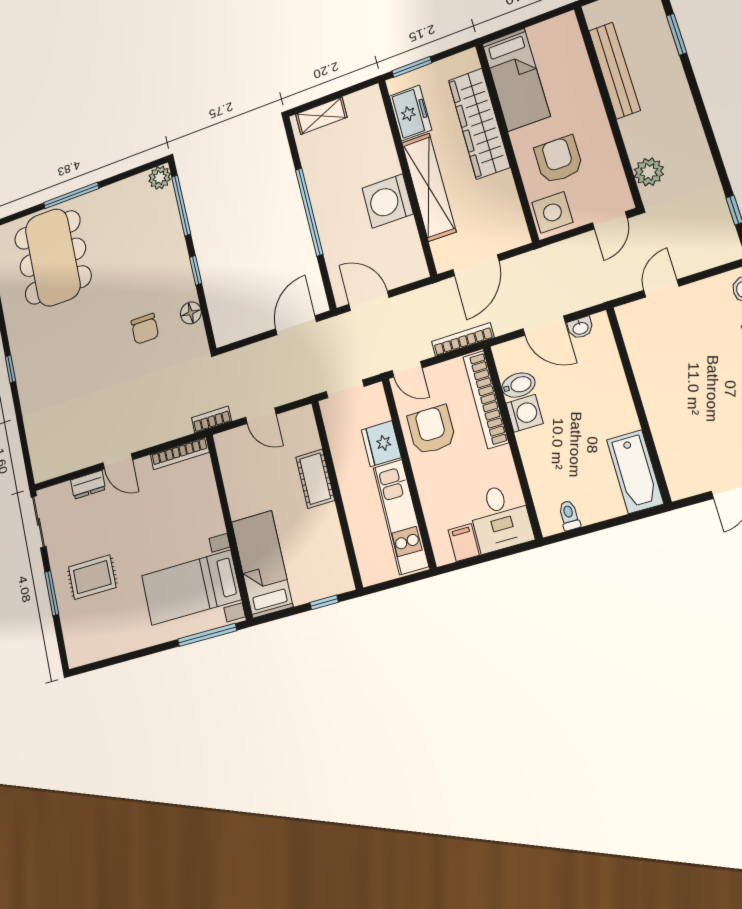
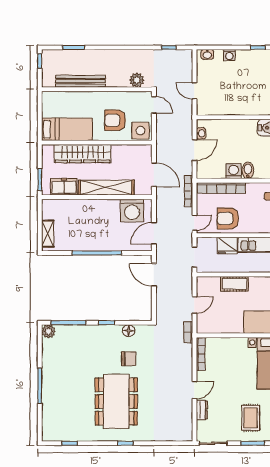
washing machine: (388, 201) -> (132, 210), moved
dining table: (53, 257) -> (116, 402), moved, turned 90
bidet: (518, 385) -> (248, 170), moved

